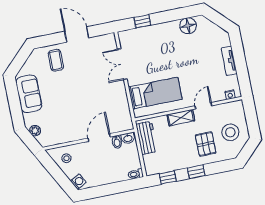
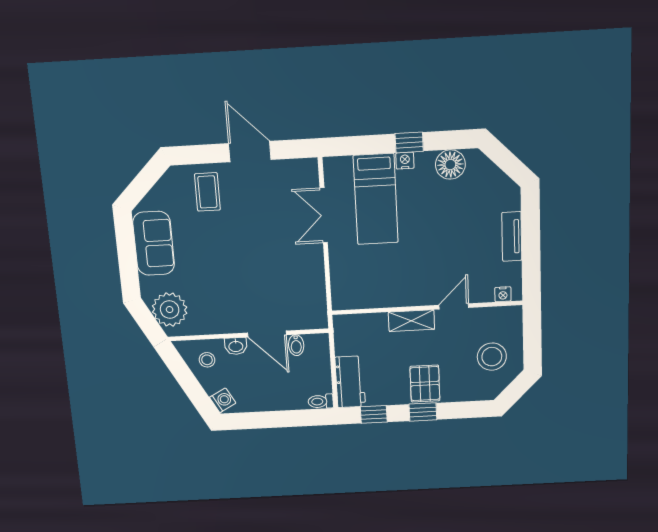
window: (142, 21) -> (409, 142), moved
nightstand: (163, 27) -> (405, 161), added
bed: (155, 93) -> (376, 199), moved, turned 90
plant: (35, 131) -> (170, 310), width x1.87, depth x1.87
door: (99, 138) -> (267, 334), swing flipped
washbasin: (128, 138) -> (236, 346), moved
workbench: (147, 138) -> (350, 382), moved
pallet: (206, 144) -> (425, 384), moved

